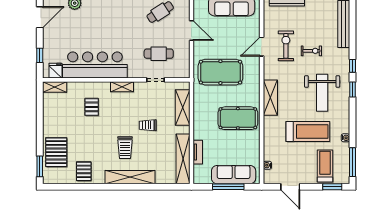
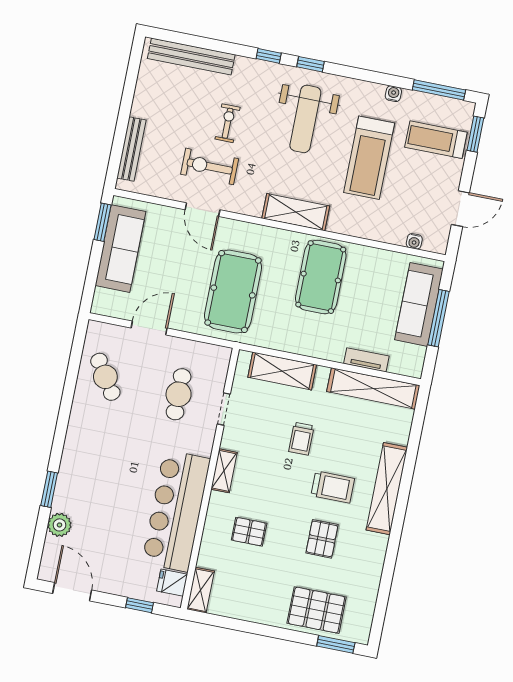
weight bench: (322, 93) -> (305, 119), turned 90
treadmill: (308, 132) -> (369, 158), turned 180
pallet: (84, 171) -> (322, 539), moved, turned 90

